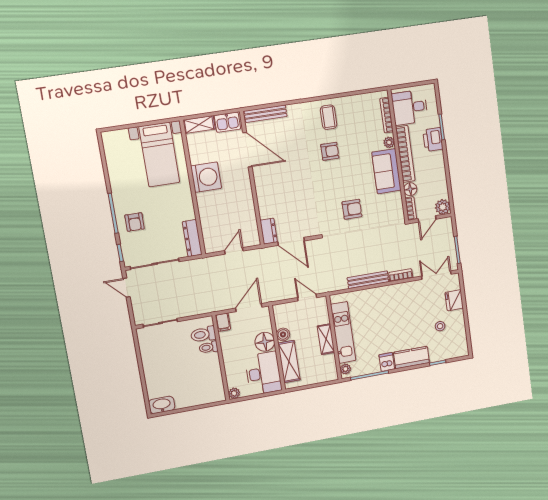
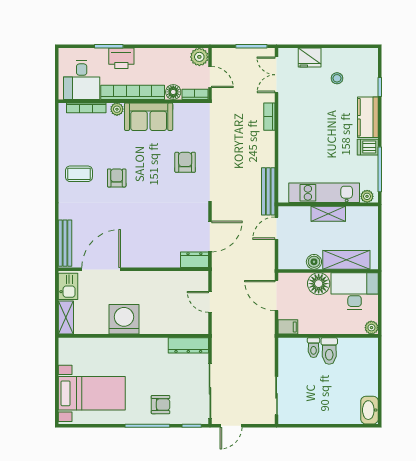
bed with nightstands: (159, 155) -> (92, 393), moved
bench: (368, 280) -> (268, 191), moved
toilet: (203, 334) -> (329, 351), moved

